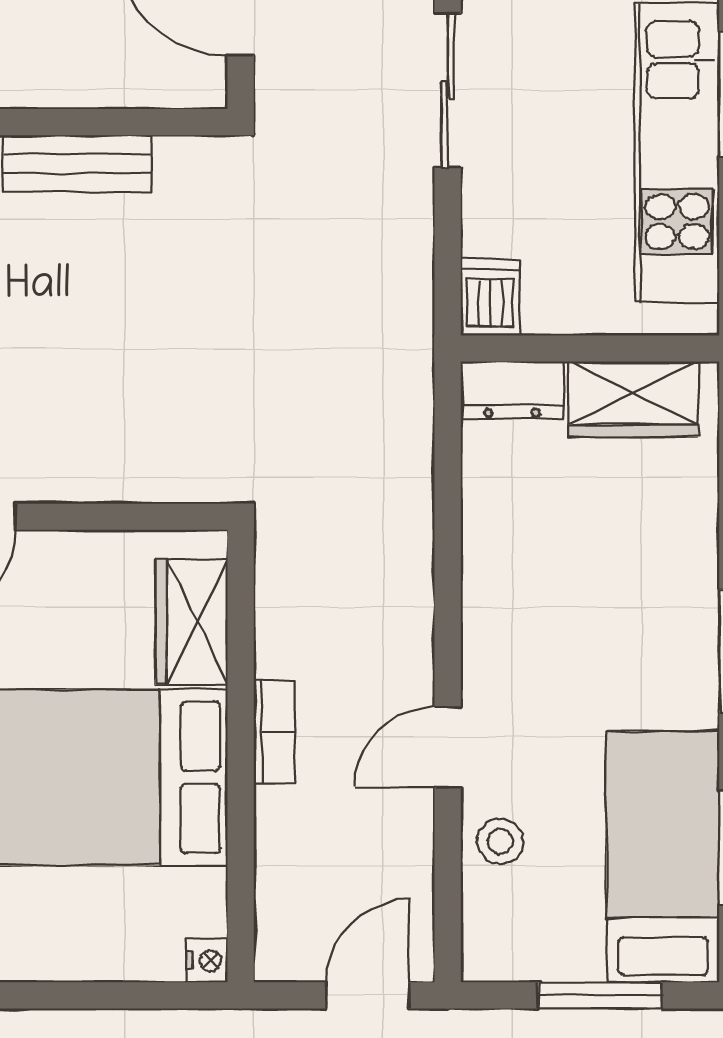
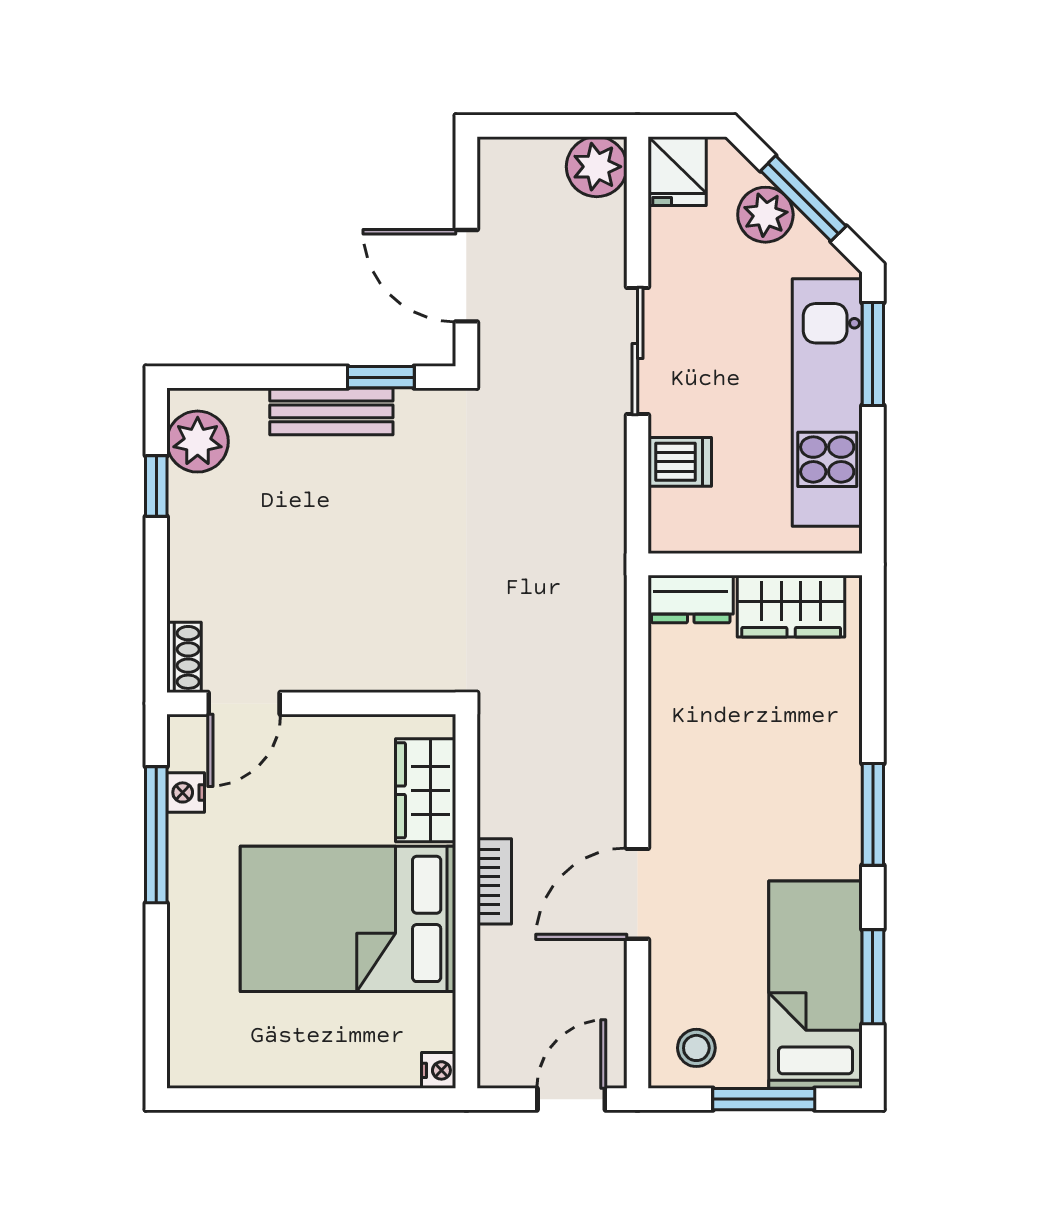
window: (137, 122) -> (381, 377), added
dishwasher: (490, 297) -> (680, 462), moved, turned 90
door: (448, 747) -> (638, 894), width x1.38
stool: (500, 841) -> (696, 1048), moved

